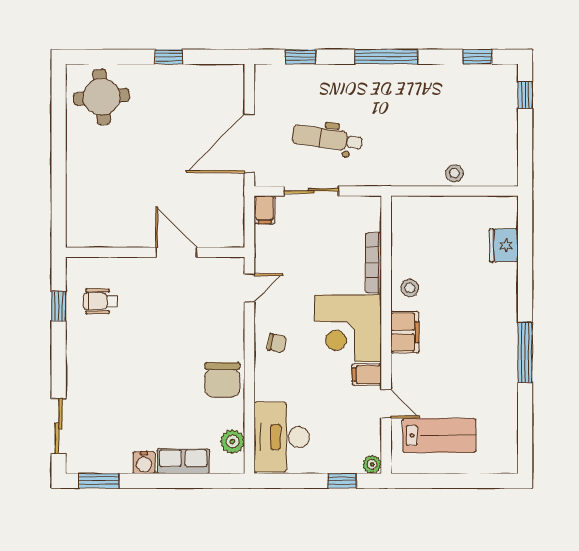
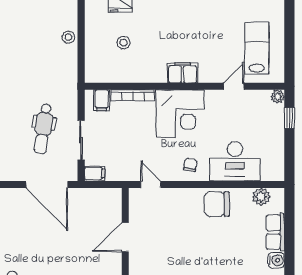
stool: (410, 288) -> (123, 43), moved
filing cabinet: (367, 375) -> (102, 100), moved
chair: (222, 380) -> (217, 204), turned 180
desk: (282, 437) -> (235, 161), moved

